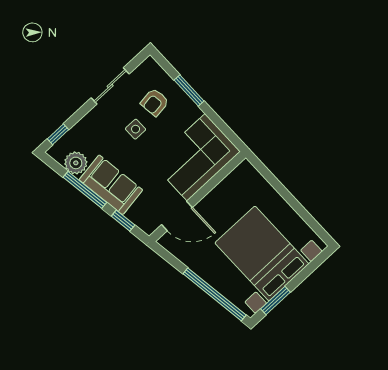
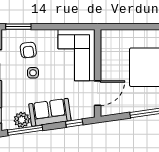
window: (189, 91) -> (18, 27), moved
window: (85, 190) -> (25, 130), moved

